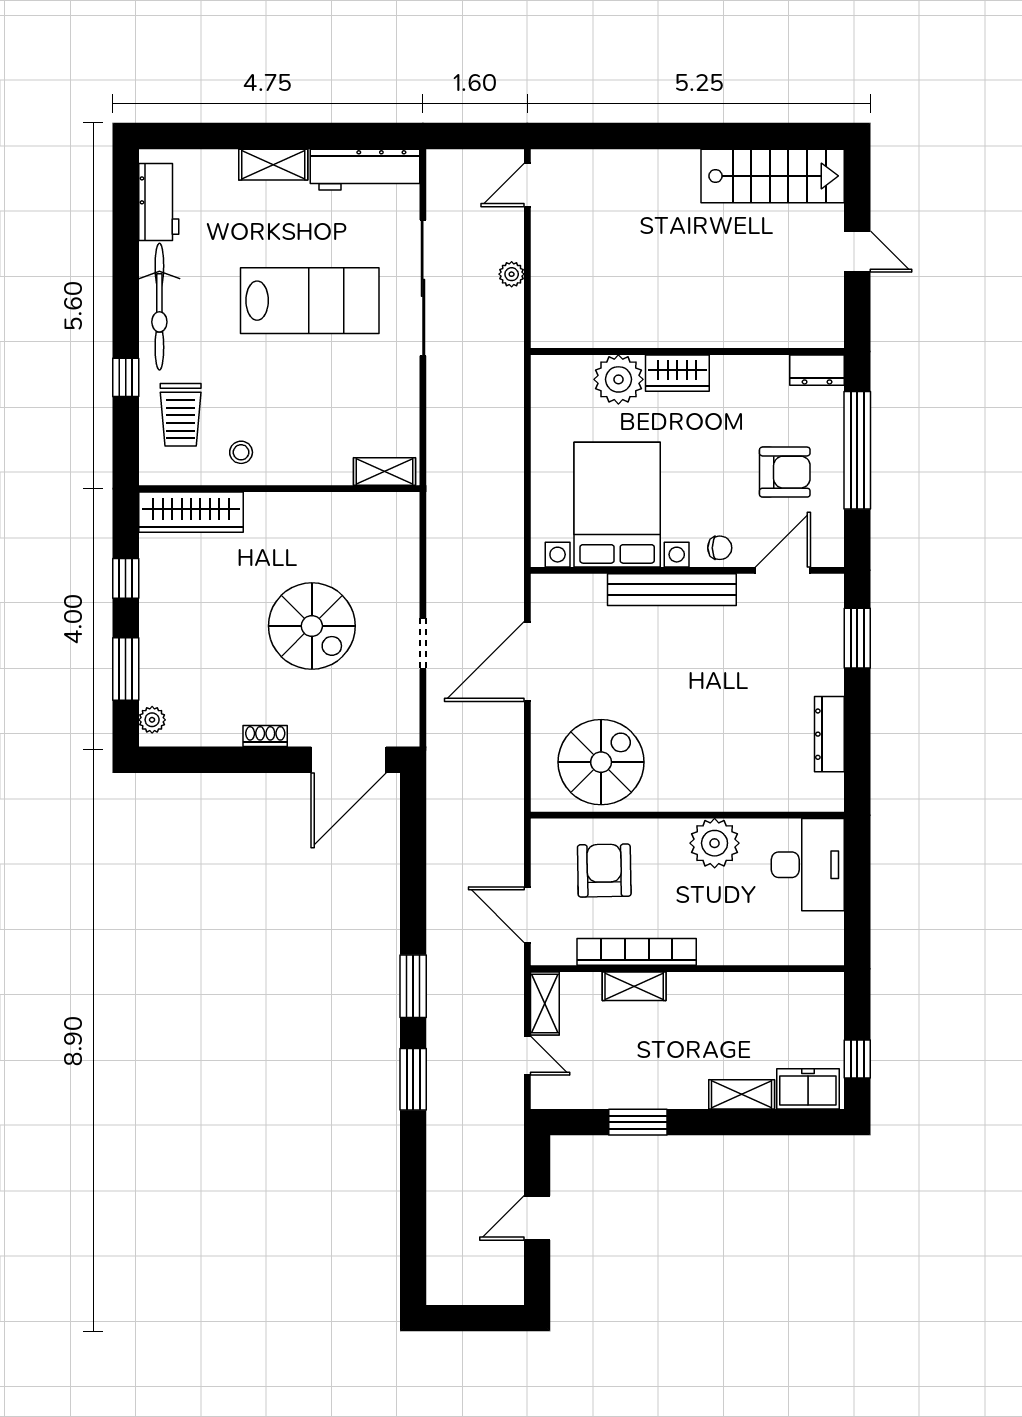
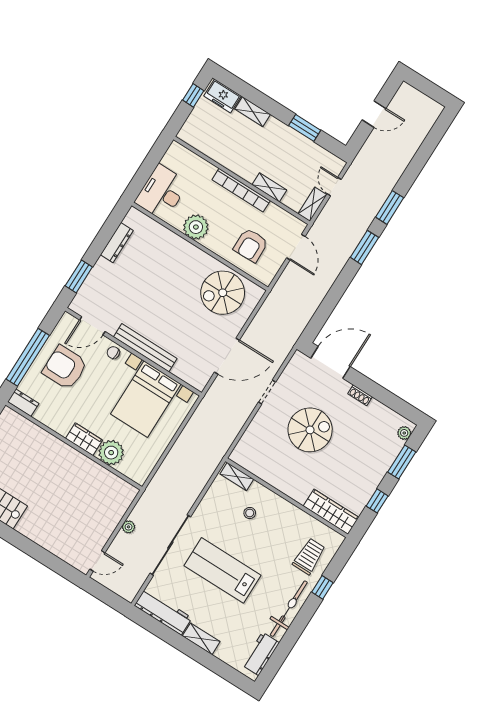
stool: (241, 452) -> (250, 513), moved
armchair: (785, 472) -> (65, 368), width x1.36, depth x1.36
spiral stairs: (312, 626) -> (310, 430), turned 90
bookcase: (637, 952) -> (241, 190), moved

